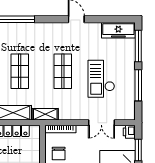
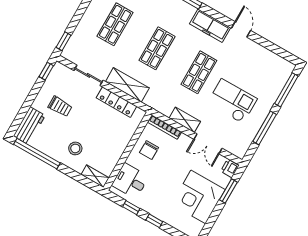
freezer: (118, 30) -> (210, 26), moved
checkout: (101, 79) -> (232, 101), turned 90
shelving: (45, 114) -> (185, 120), moved

